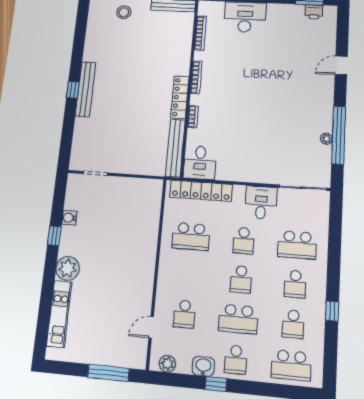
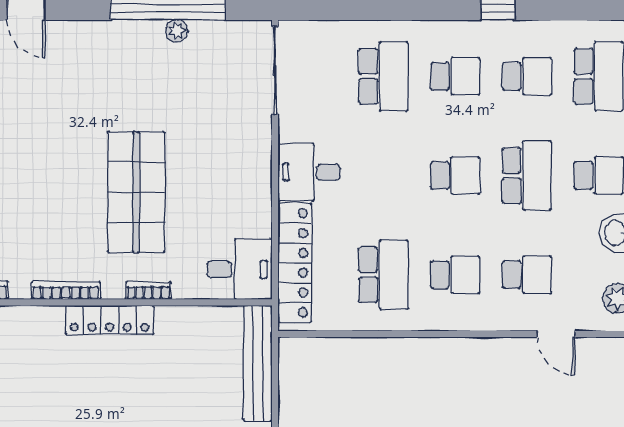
shop shelf: (243, 114) -> (136, 192), added
bench: (175, 148) -> (258, 363), moved, turned 90
desk: (261, 203) -> (309, 172), moved
school desk: (244, 241) -> (455, 275), moved

